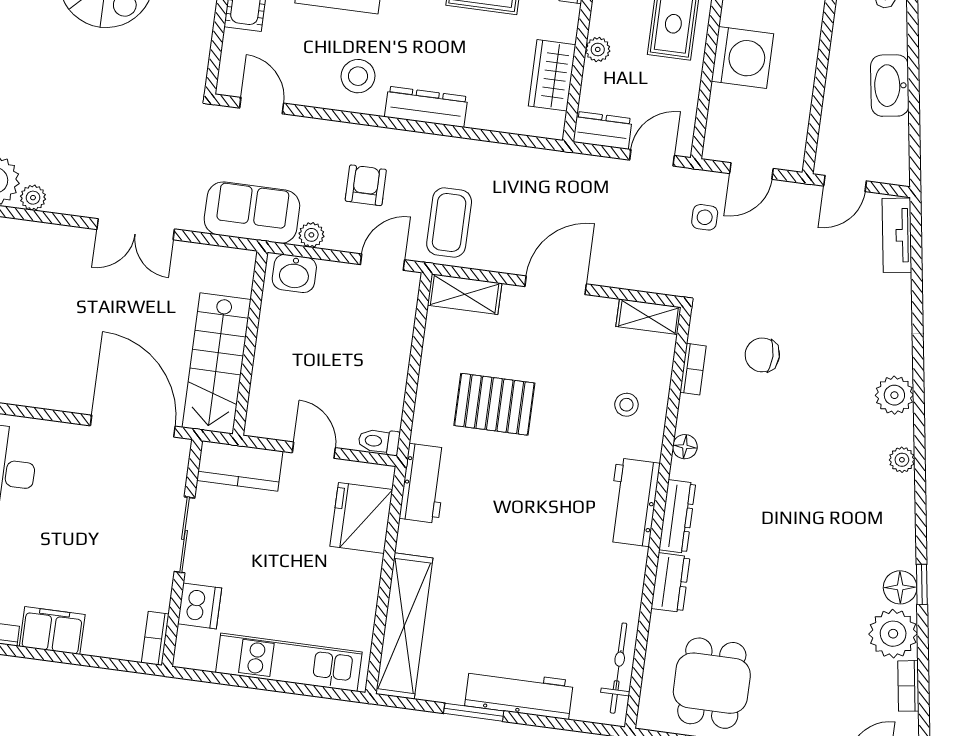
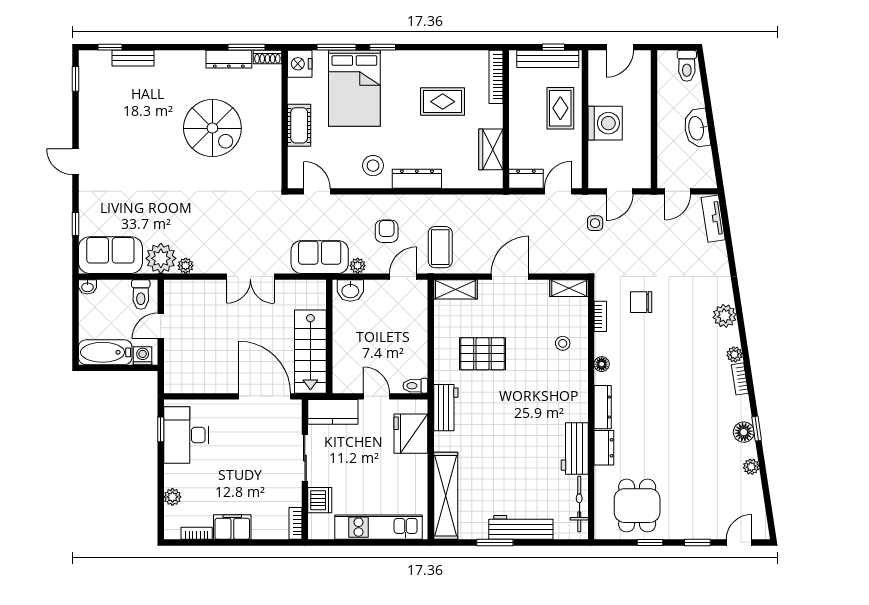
plant: (598, 49) -> (516, 130), removed
workbench: (633, 502) -> (575, 449), moved
plant: (893, 634) -> (751, 467), width x0.53, depth x0.53
bookcase: (908, 686) -> (740, 379), moved

